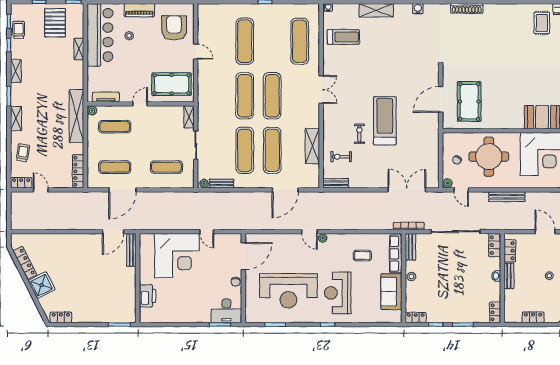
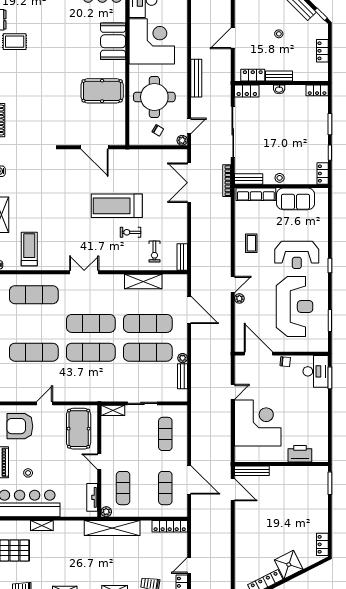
pool table: (469, 101) -> (102, 91), moved
plant: (204, 184) -> (183, 358), moved
plant: (323, 238) -> (239, 298), moved
coffee table: (362, 256) -> (251, 243), moved

